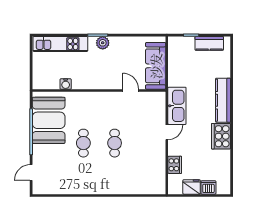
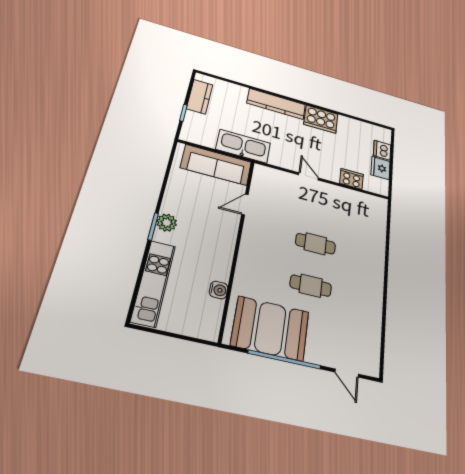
kitchen sink: (177, 106) -> (243, 146), moved

